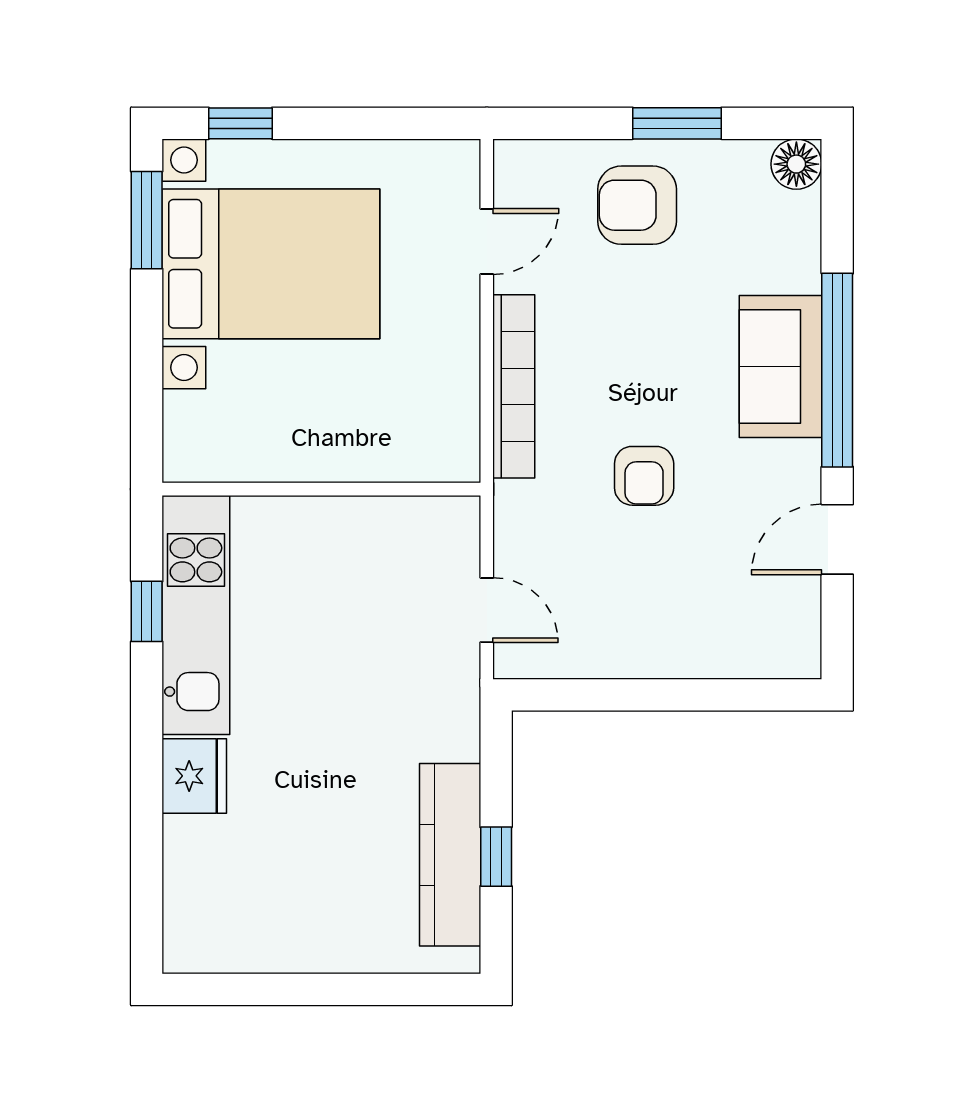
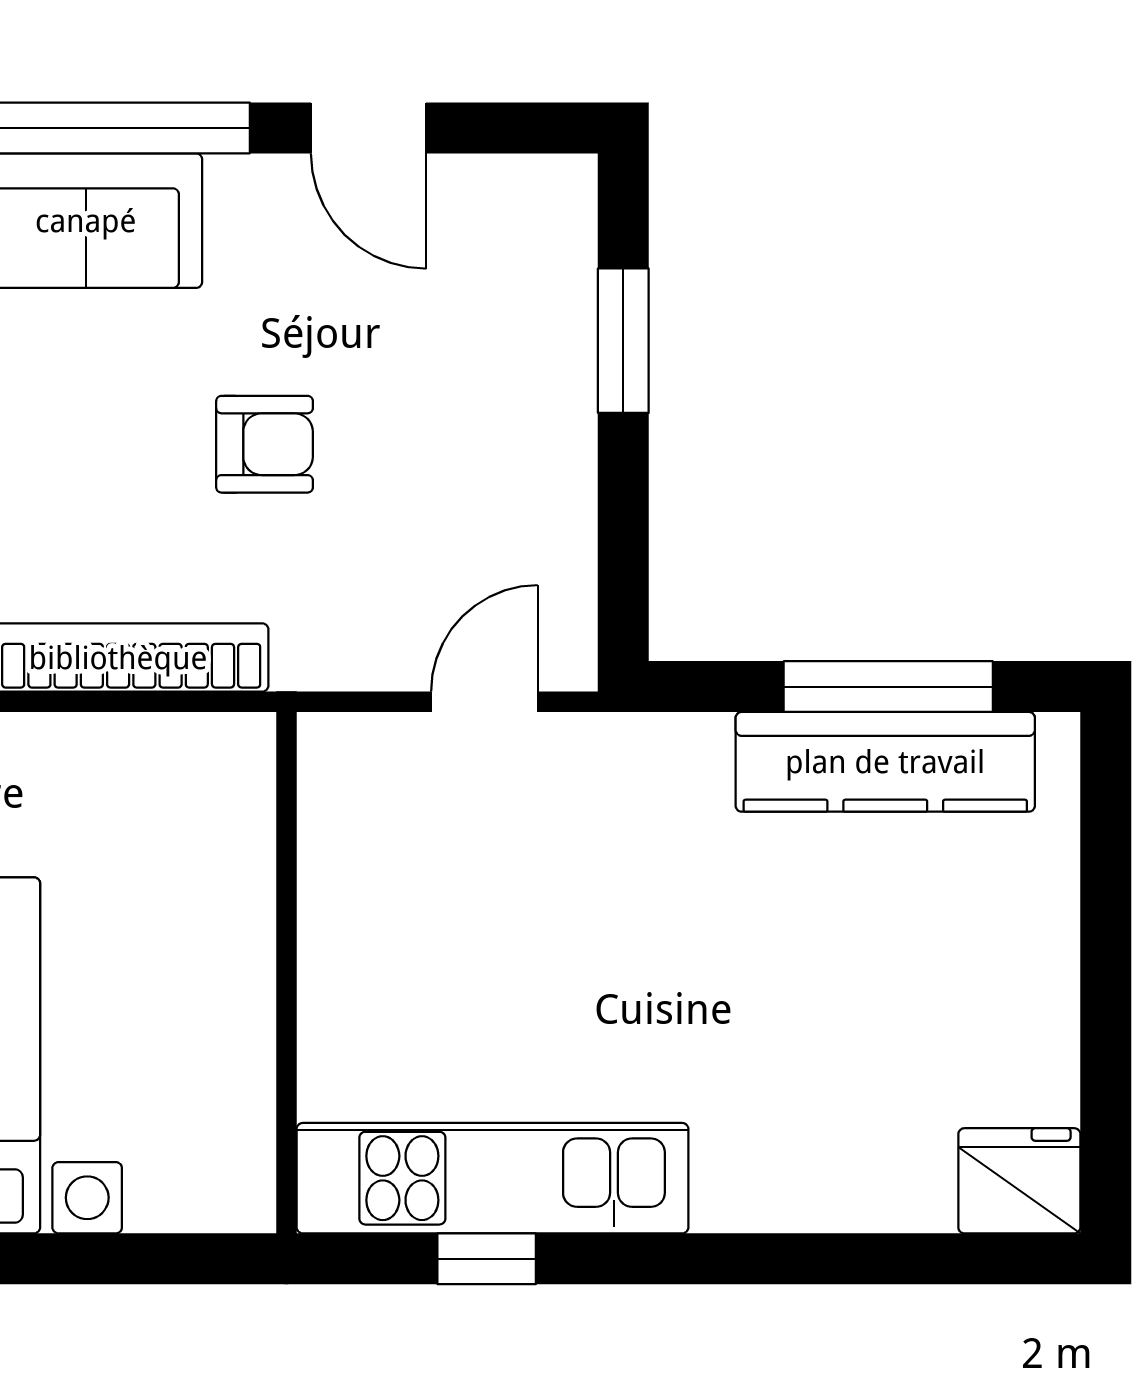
window: (707, 695) -> (623, 341), added
fridge: (194, 776) -> (1019, 1181), moved
window: (496, 857) -> (888, 687), width x2.17

